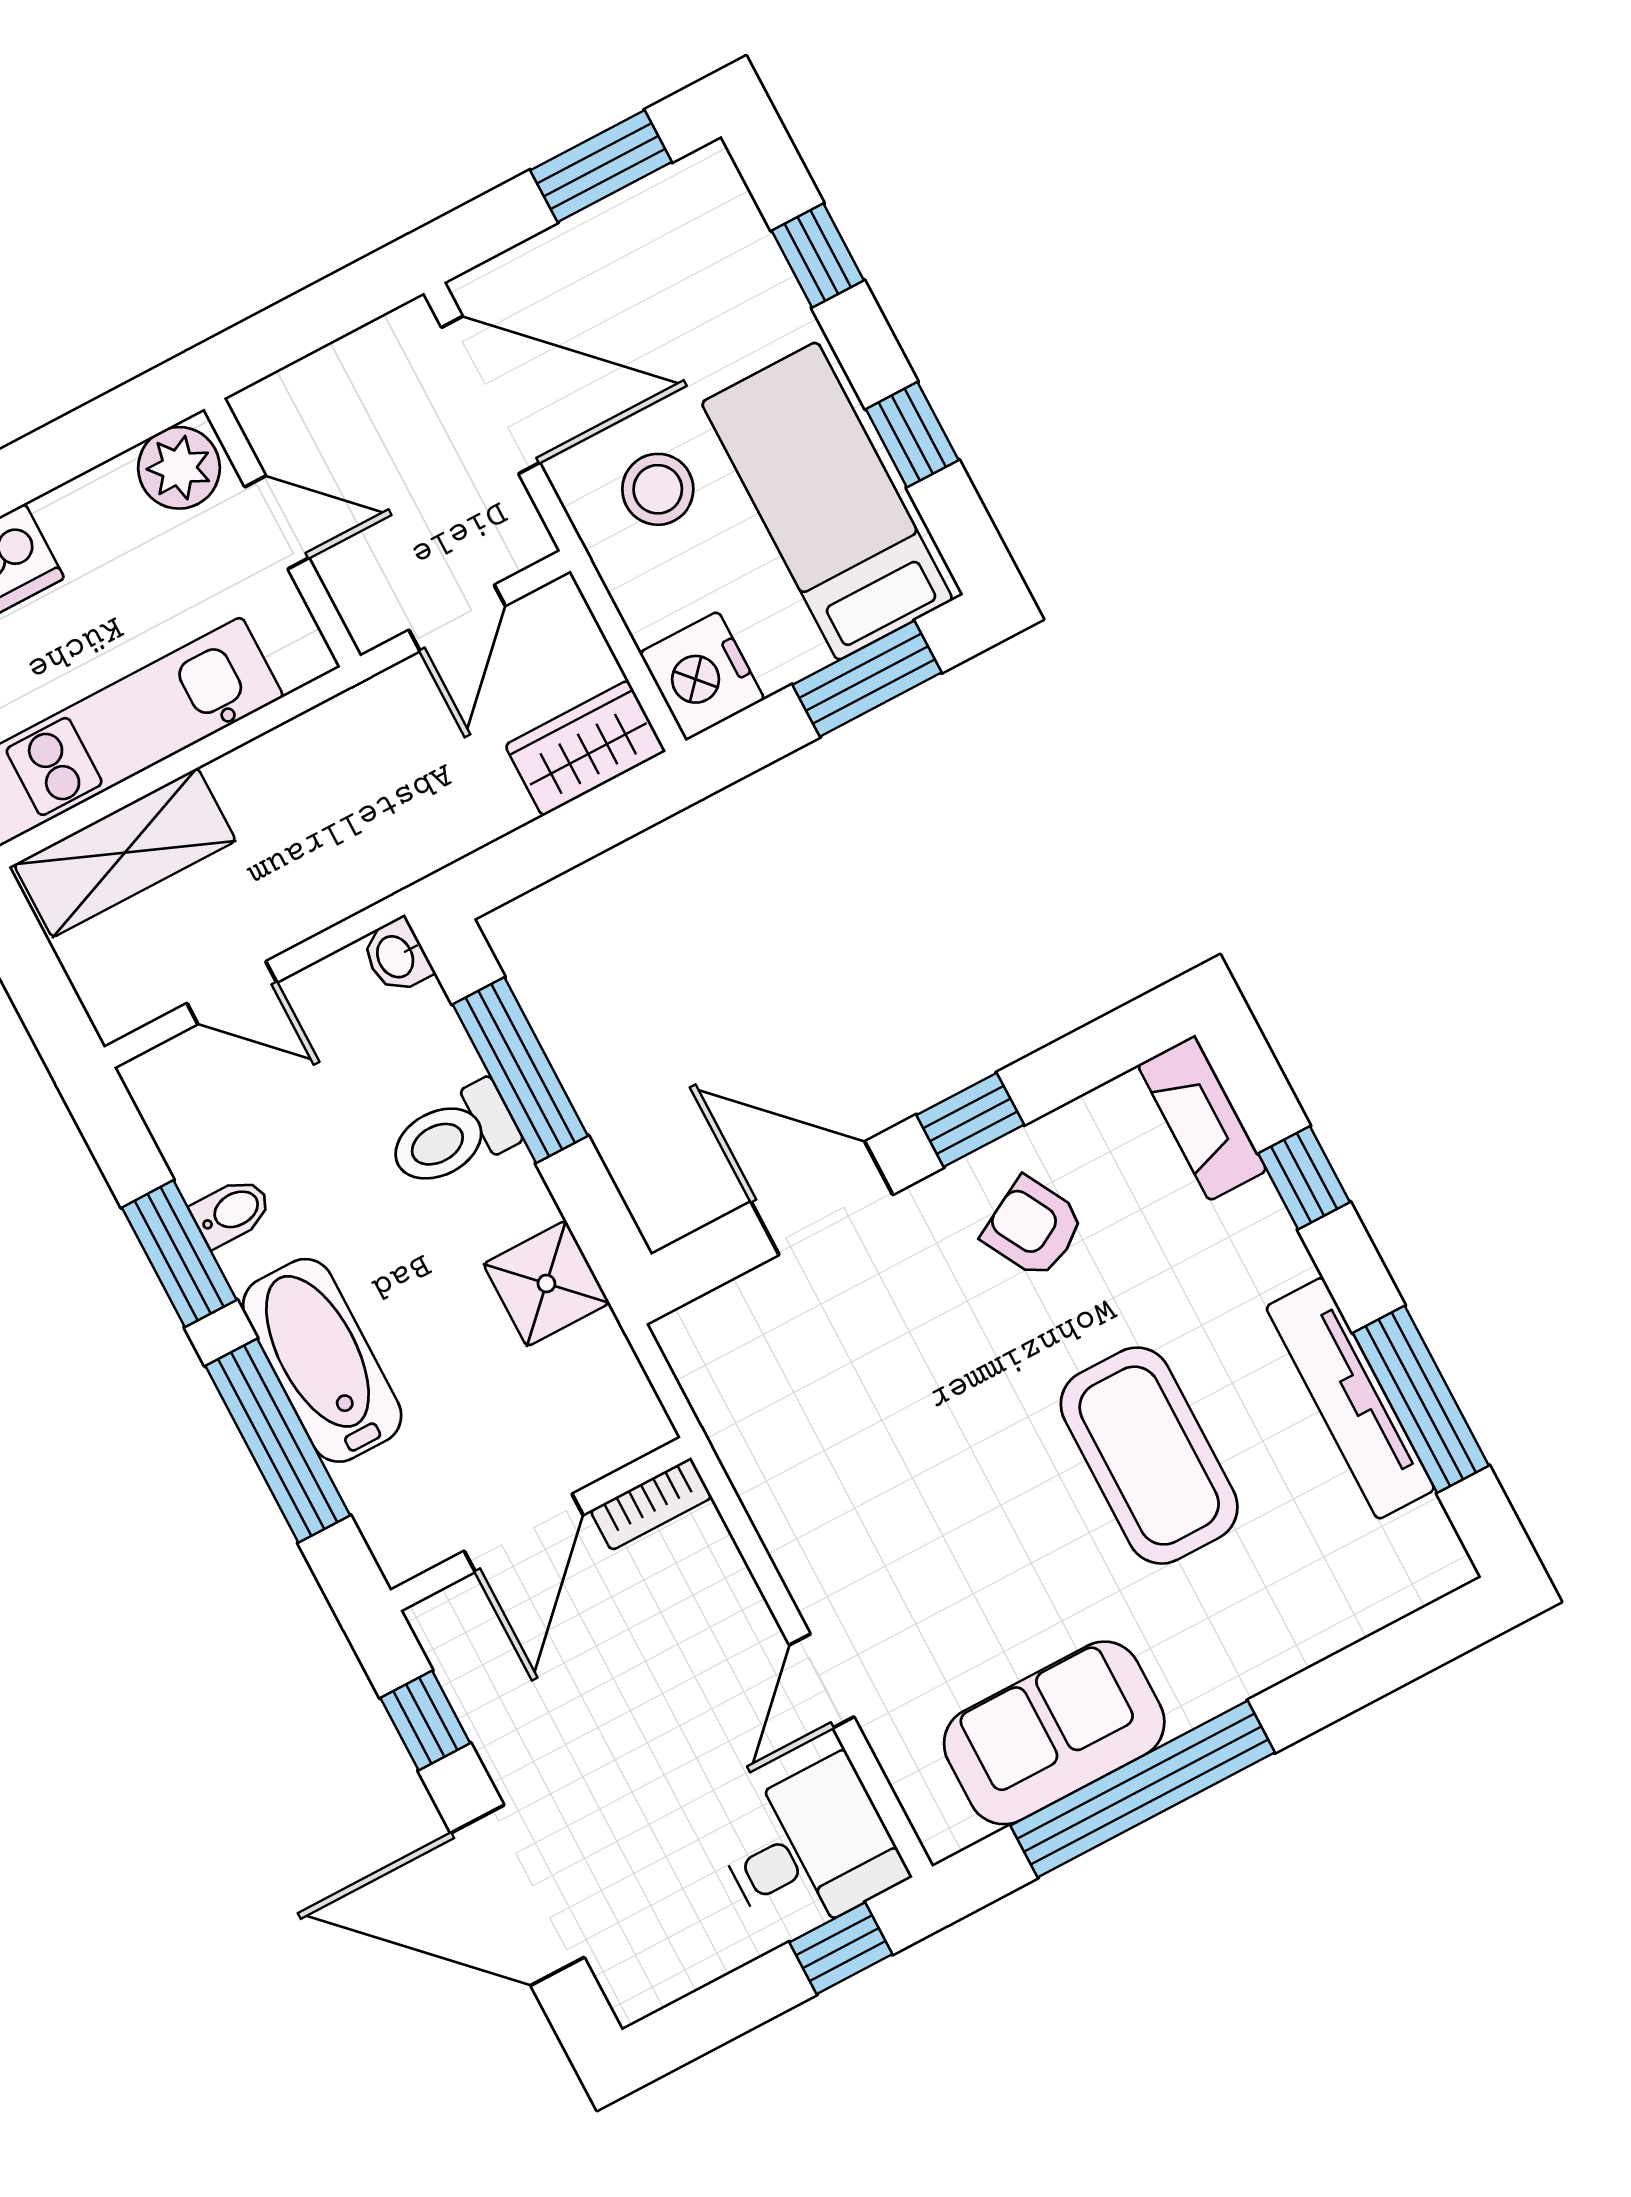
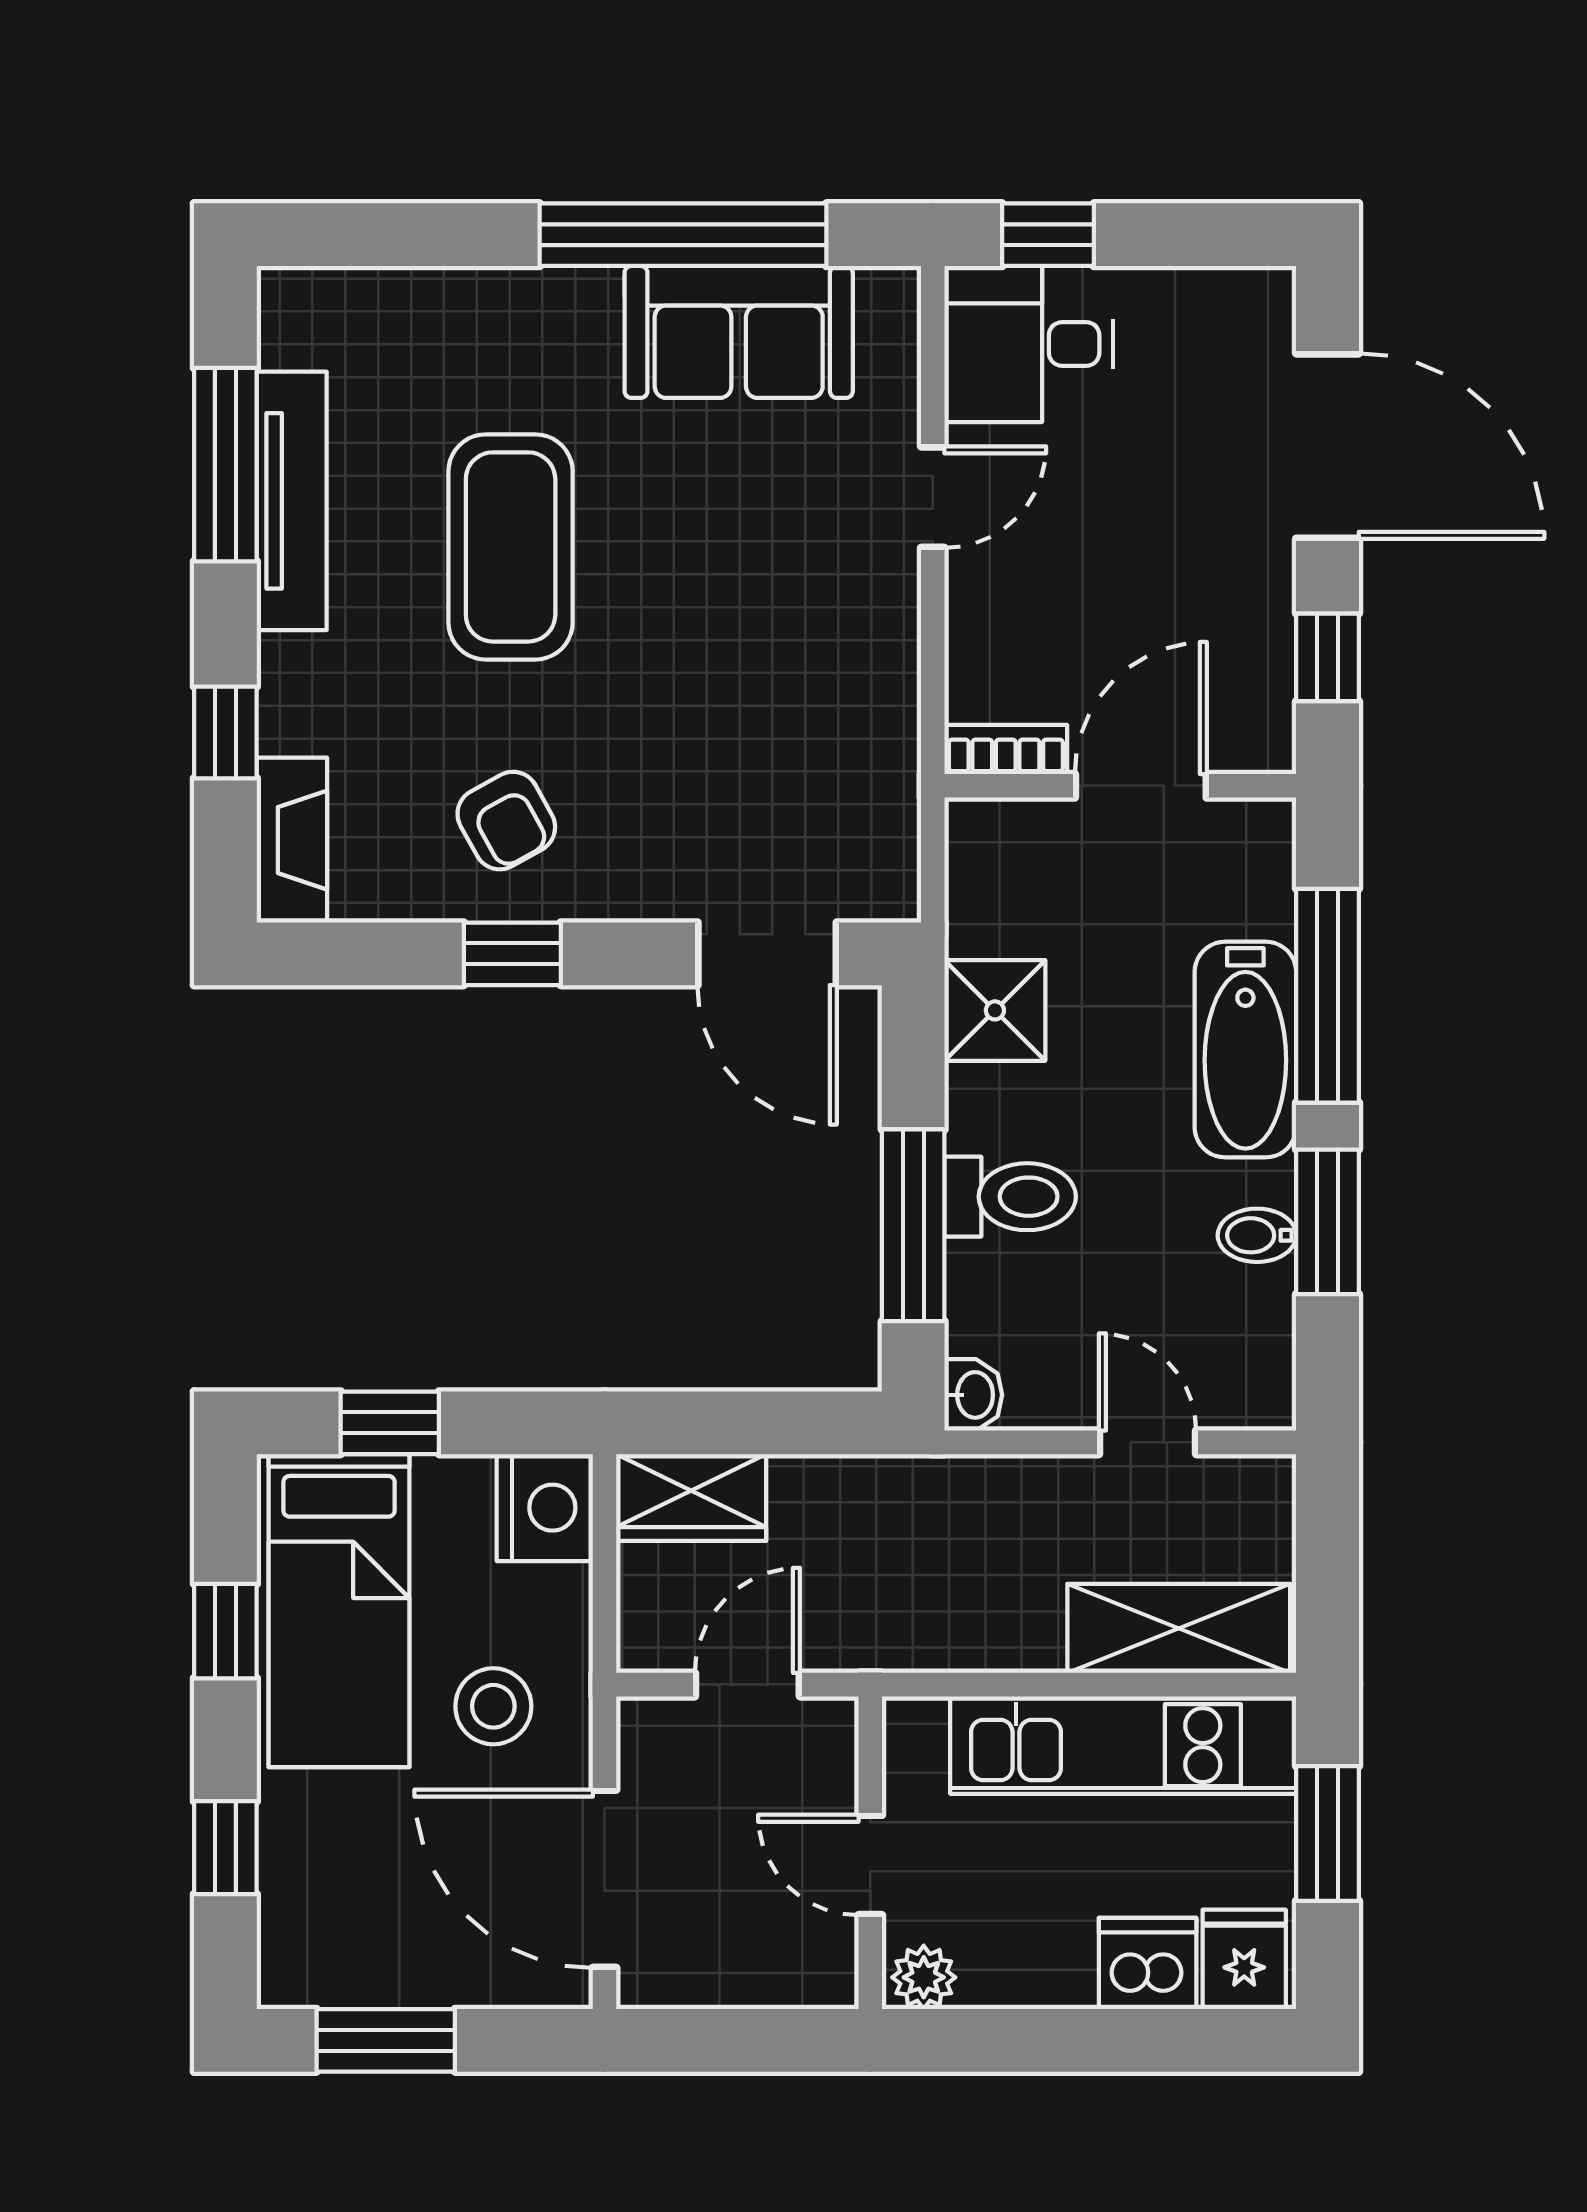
plant: (179, 468) -> (924, 1977), width x0.73, depth x0.73
window: (867, 679) -> (390, 1423), width x0.67
door: (822, 1198) -> (767, 954), moved

